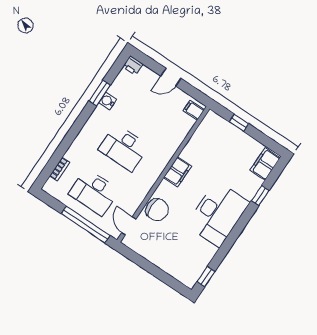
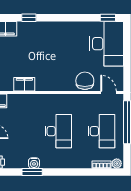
filing cabinet: (178, 172) -> (24, 84), moved
plant: (50, 186) -> (117, 163), added
desk: (218, 214) -> (107, 44), moved, turned 90
door: (129, 226) -> (109, 92), swing flipped

